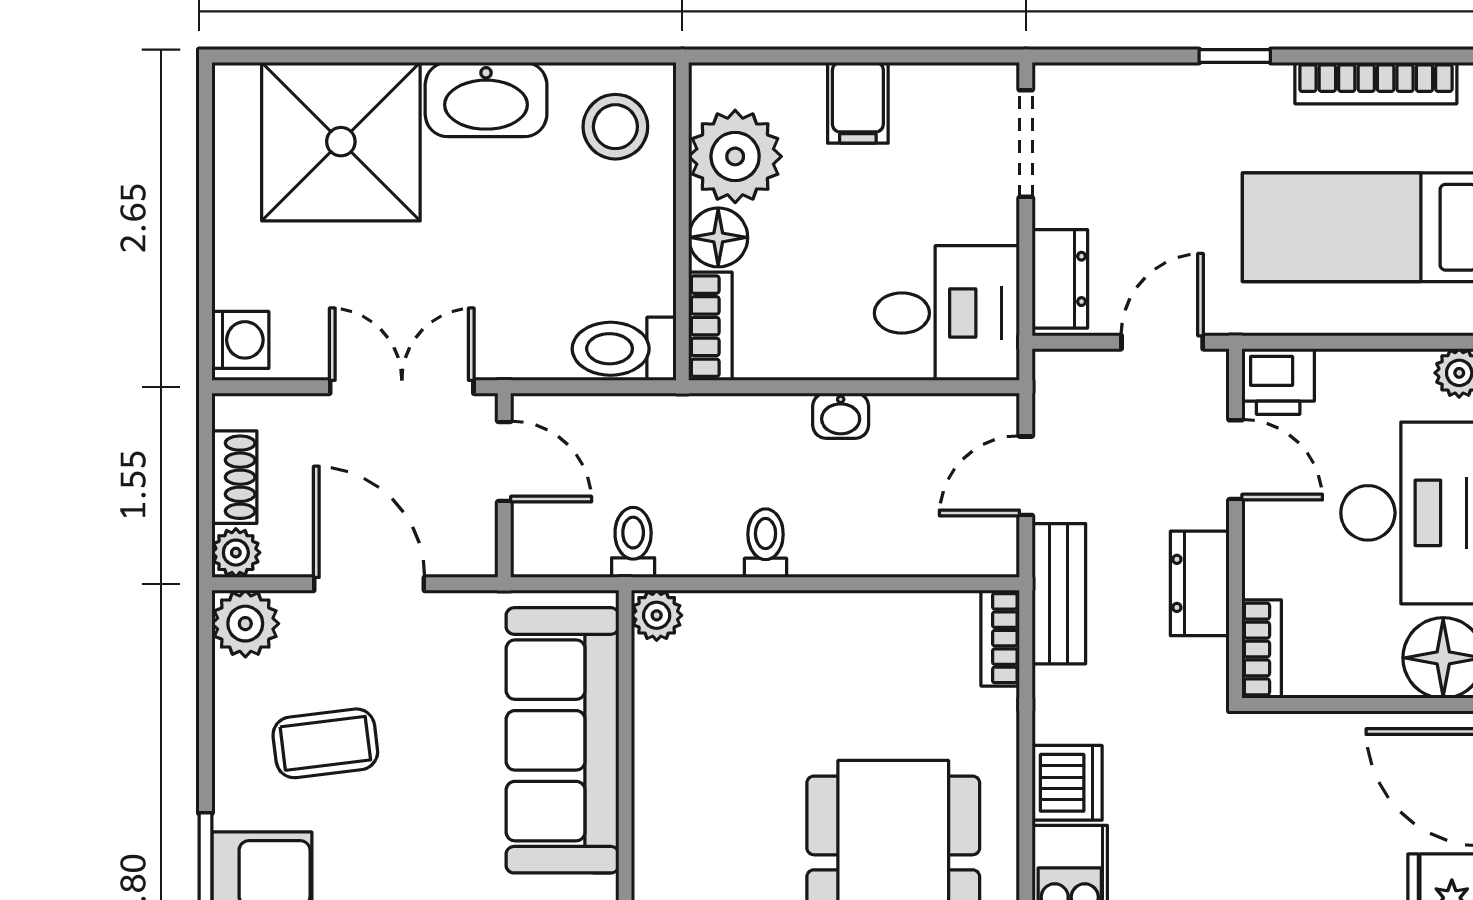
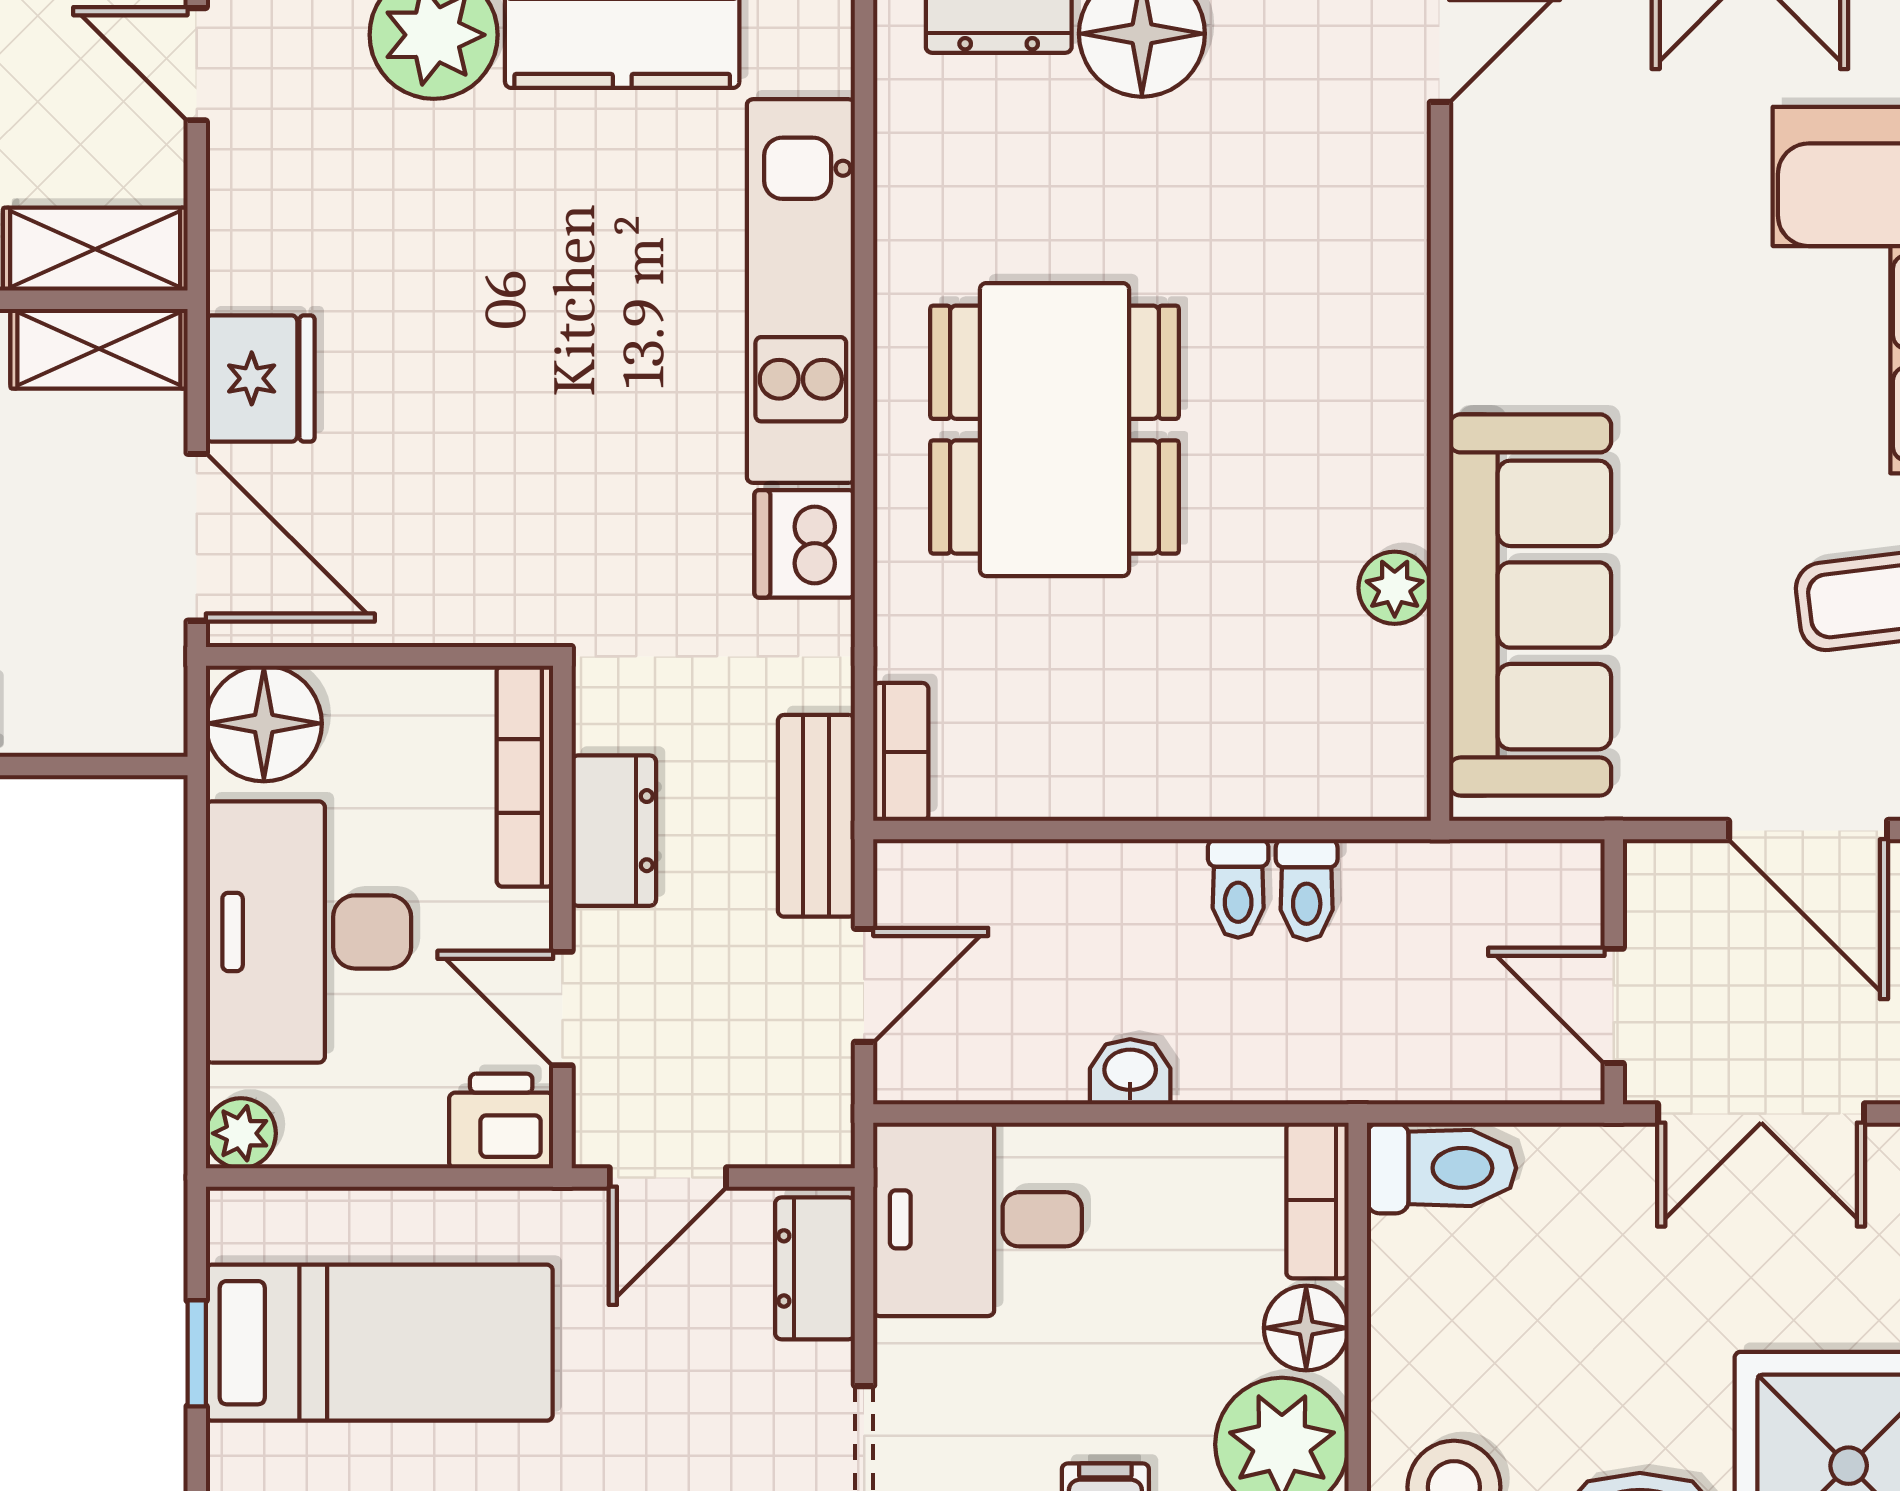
toilet: (633, 542) -> (1307, 890), moved
plant: (657, 615) -> (1395, 588), moved
bookcase: (1262, 649) -> (525, 776), width x1.56

